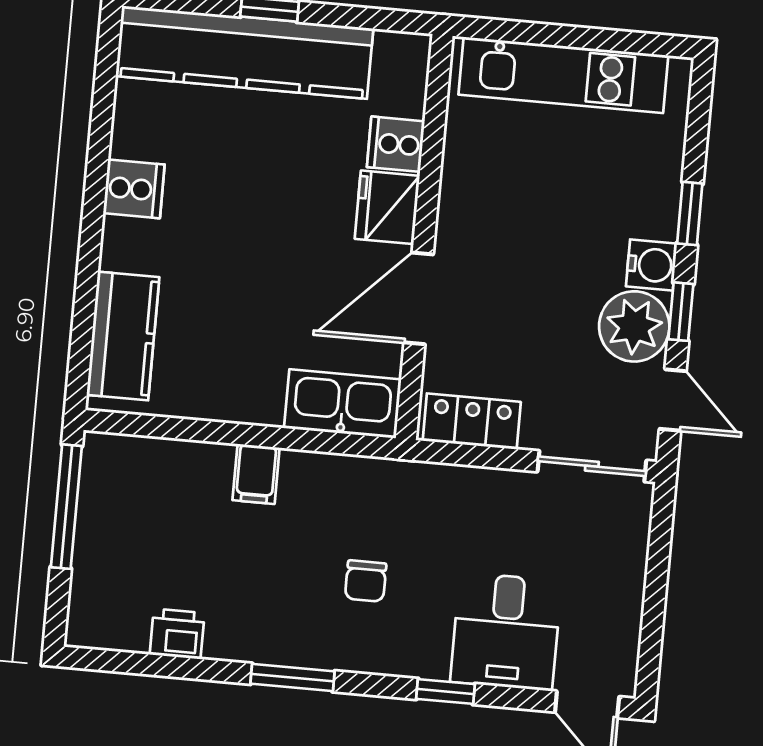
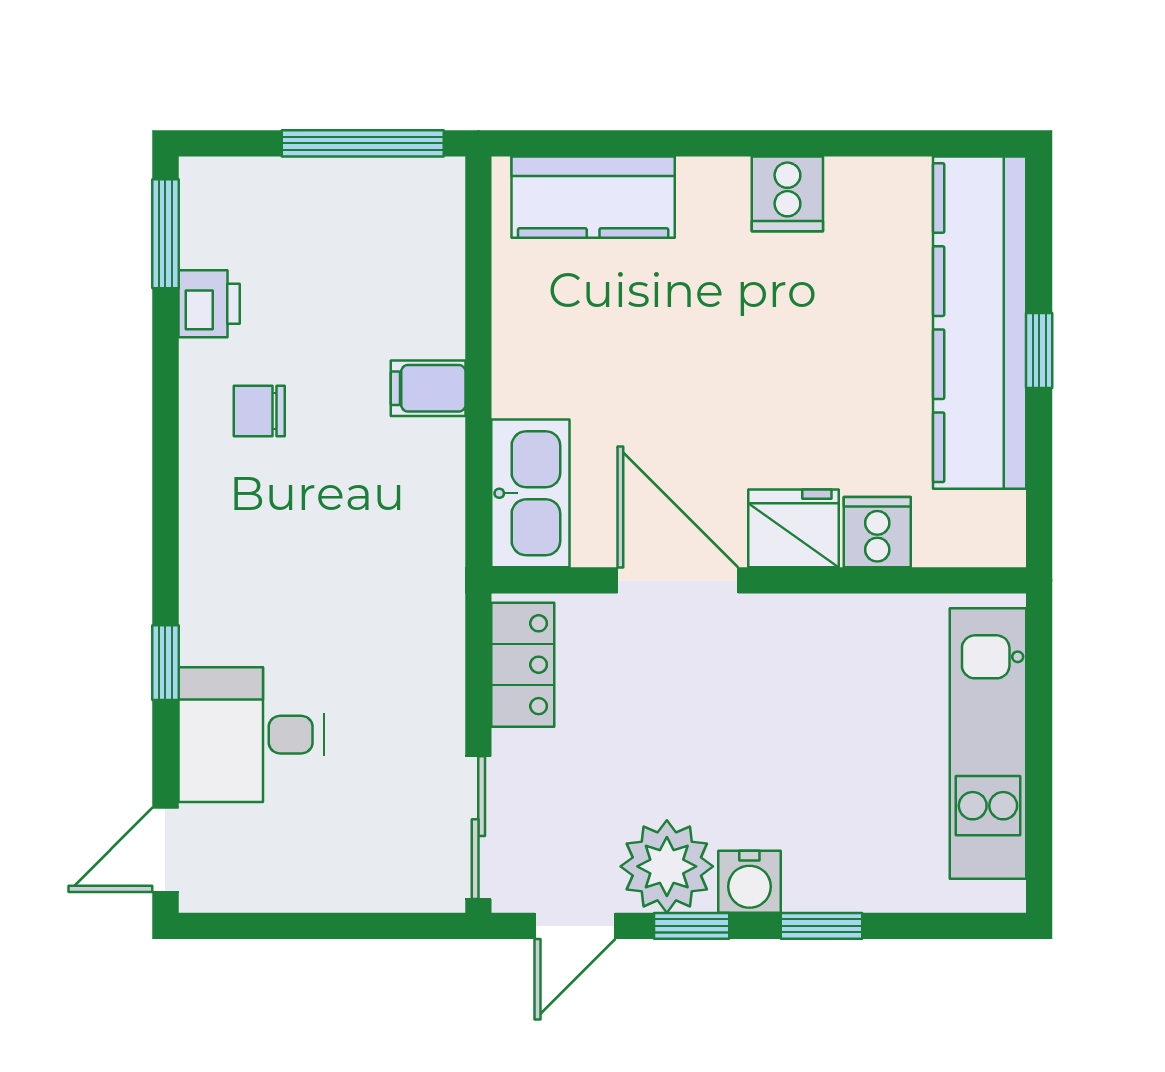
chair: (366, 581) -> (259, 411), moved
window: (292, 678) -> (165, 234), moved

